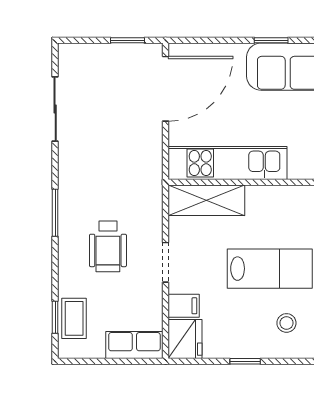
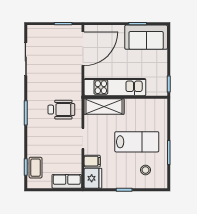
wheelchair: (108, 246) -> (61, 110), moved, turned -90

